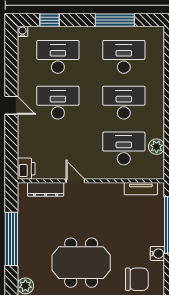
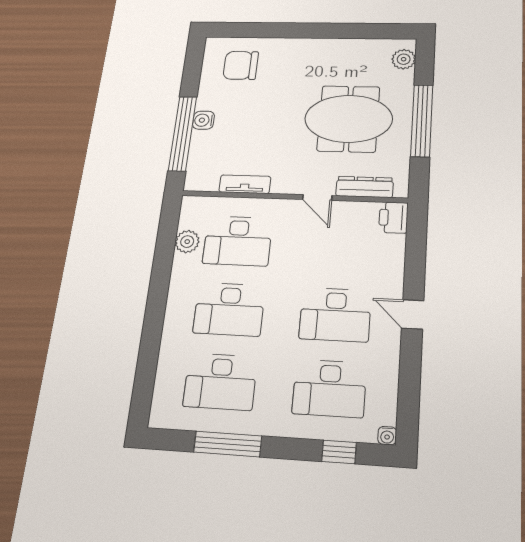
tv unit: (141, 189) -> (245, 184), moved
water cooler: (157, 254) -> (204, 120), moved
meeting table: (81, 263) -> (349, 119), moved

